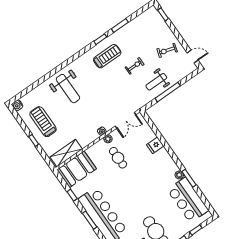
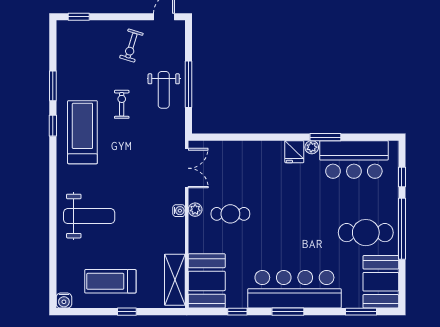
treadmill: (107, 56) -> (82, 132), width x1.37, depth x1.38
fridge: (155, 145) -> (294, 152), moved

